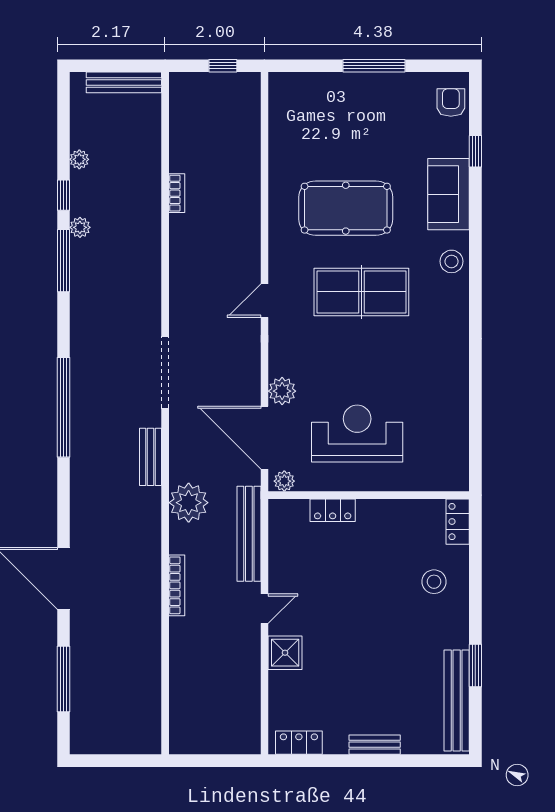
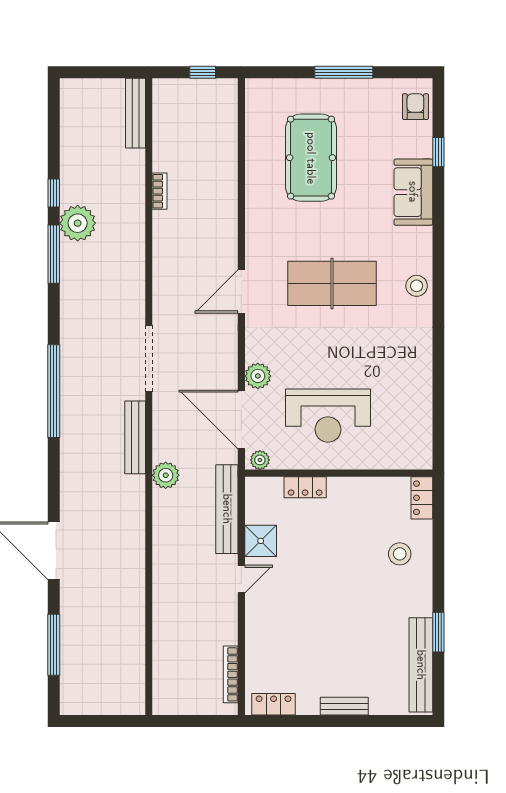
bench: (124, 82) -> (135, 113), moved, turned 90
plant: (79, 159) -> (69, 160), removed
pool table: (346, 208) -> (311, 158), moved, turned 90
plant: (80, 227) -> (78, 223), width x1.88, depth x1.88
stool: (452, 261) -> (417, 286), moved
door: (264, 301) -> (241, 292), width x1.38
reception desk: (357, 434) -> (328, 416), turned 180
bench: (151, 457) -> (135, 437), width x1.36
plant: (189, 503) -> (166, 475), width x0.73, depth x0.73
bookcase: (177, 585) -> (231, 674), moved, turned 180
shower: (285, 653) -> (261, 541), moved

